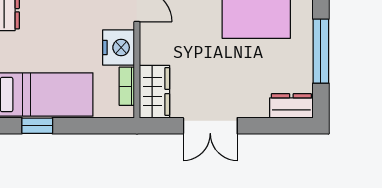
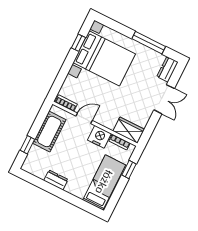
window: (37, 126) -> (129, 170), moved
double door: (210, 126) -> (164, 99), moved

